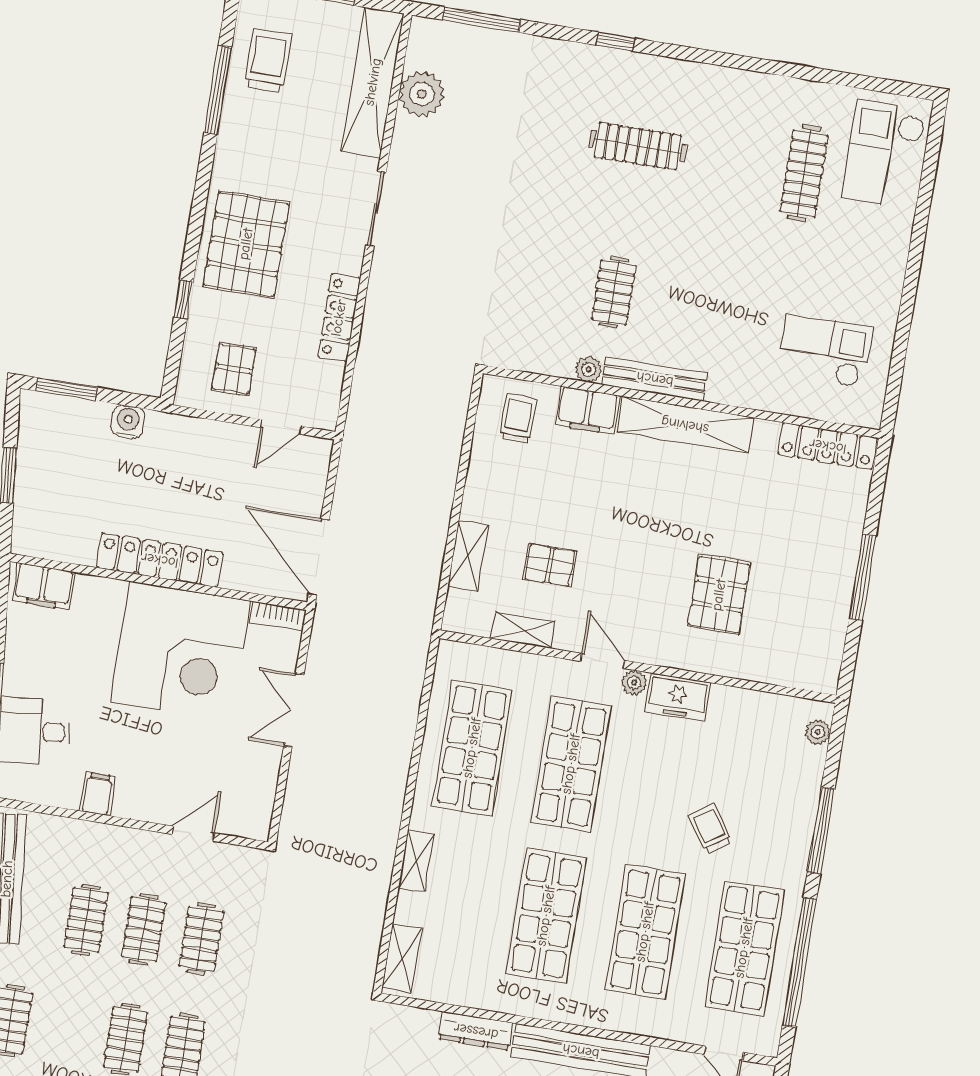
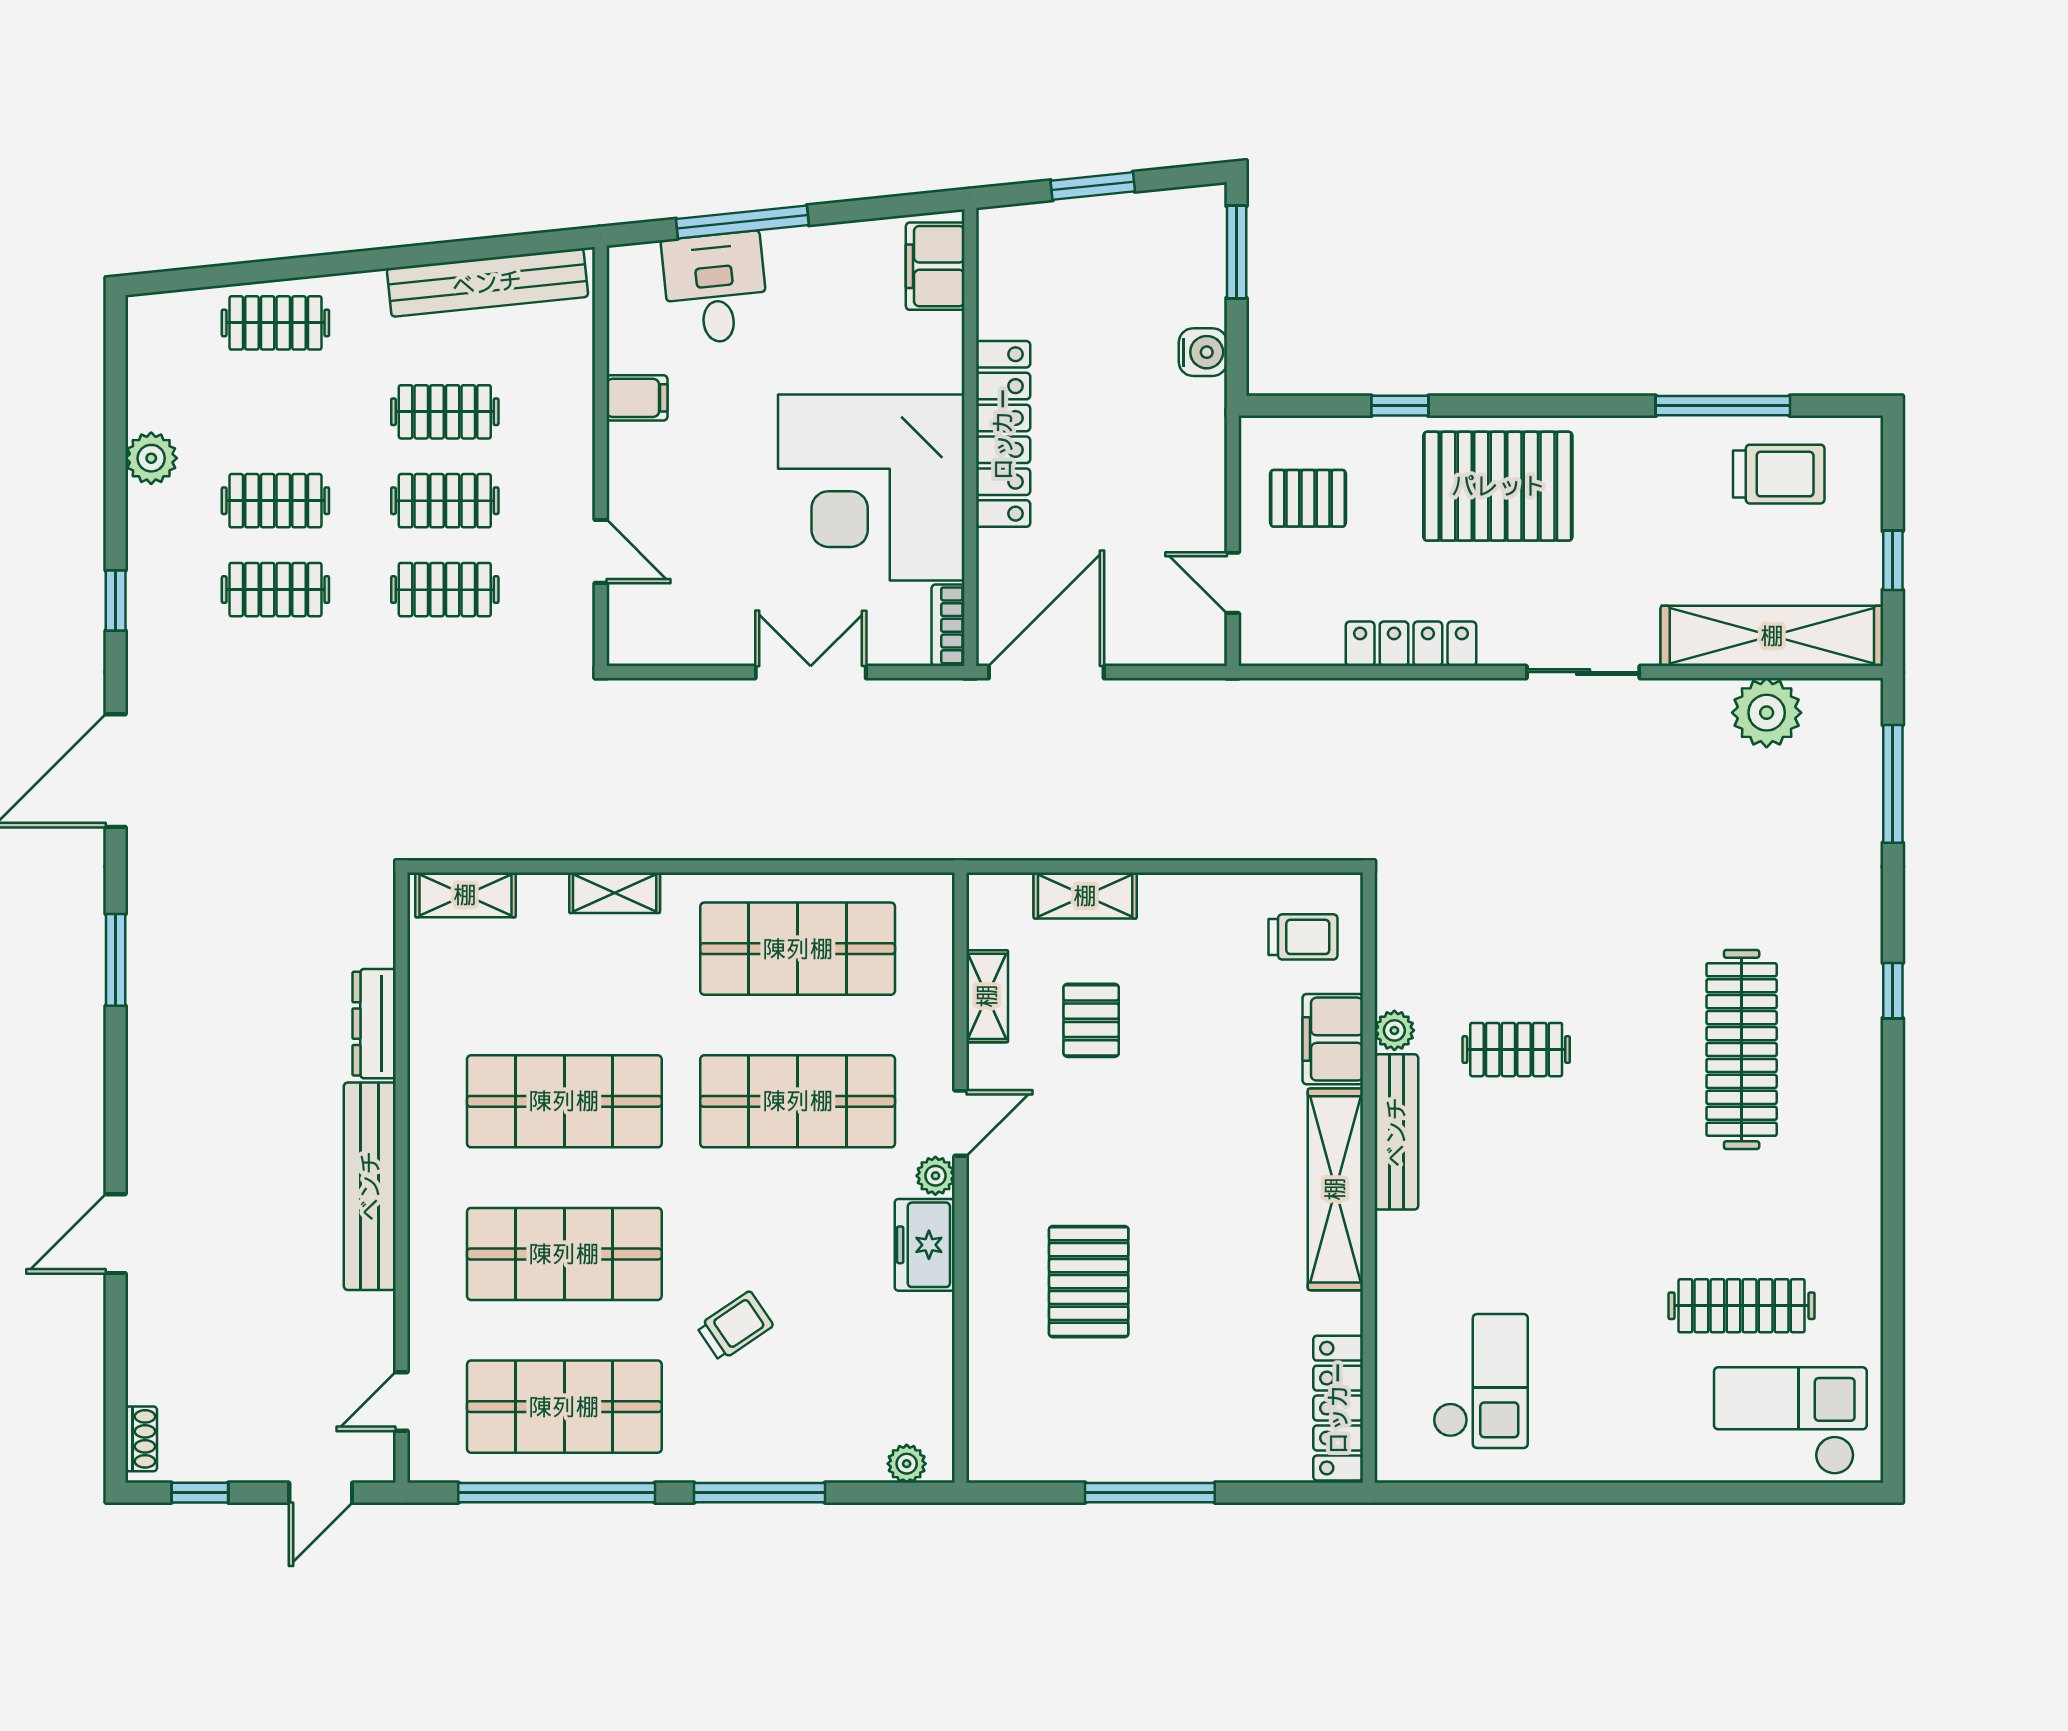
clothes rail: (638, 146) -> (1742, 1050), width x1.37, depth x1.31
pallet: (719, 595) -> (1089, 1282), turned 90

